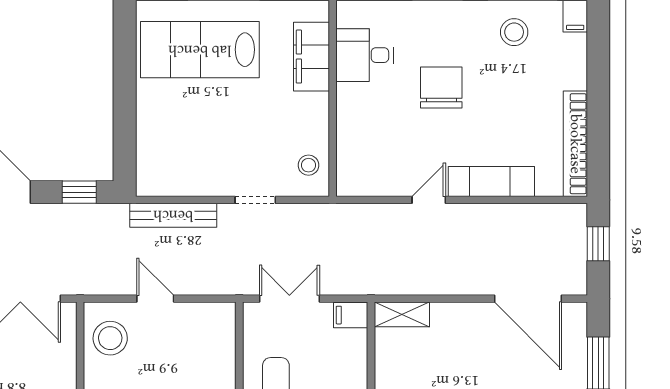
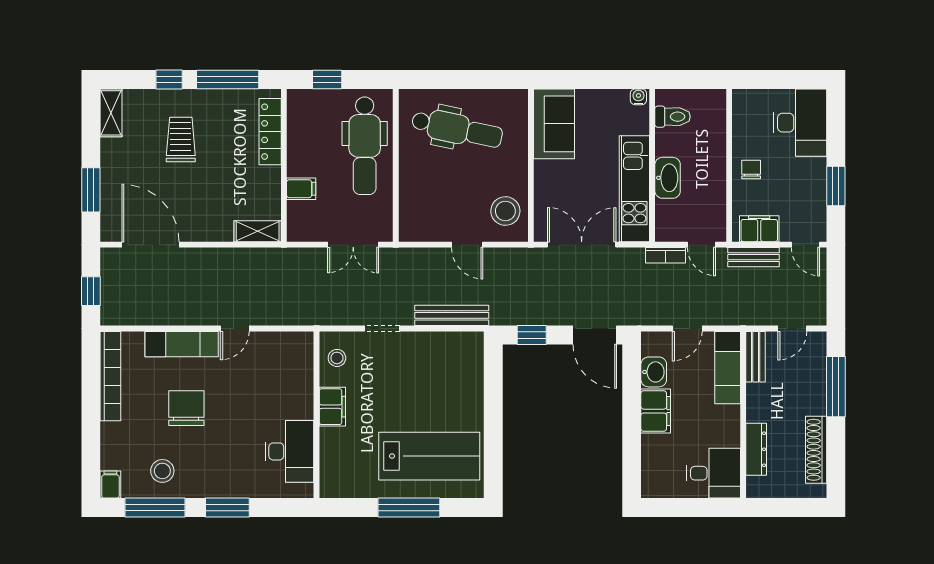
desk: (364, 55) -> (289, 451), width x1.37
filing cabinet: (311, 57) -> (332, 407), moved, width x0.67, depth x0.86
chair: (441, 88) -> (186, 408), moved, turned 180
filing cabinet: (351, 315) -> (301, 189), moved

